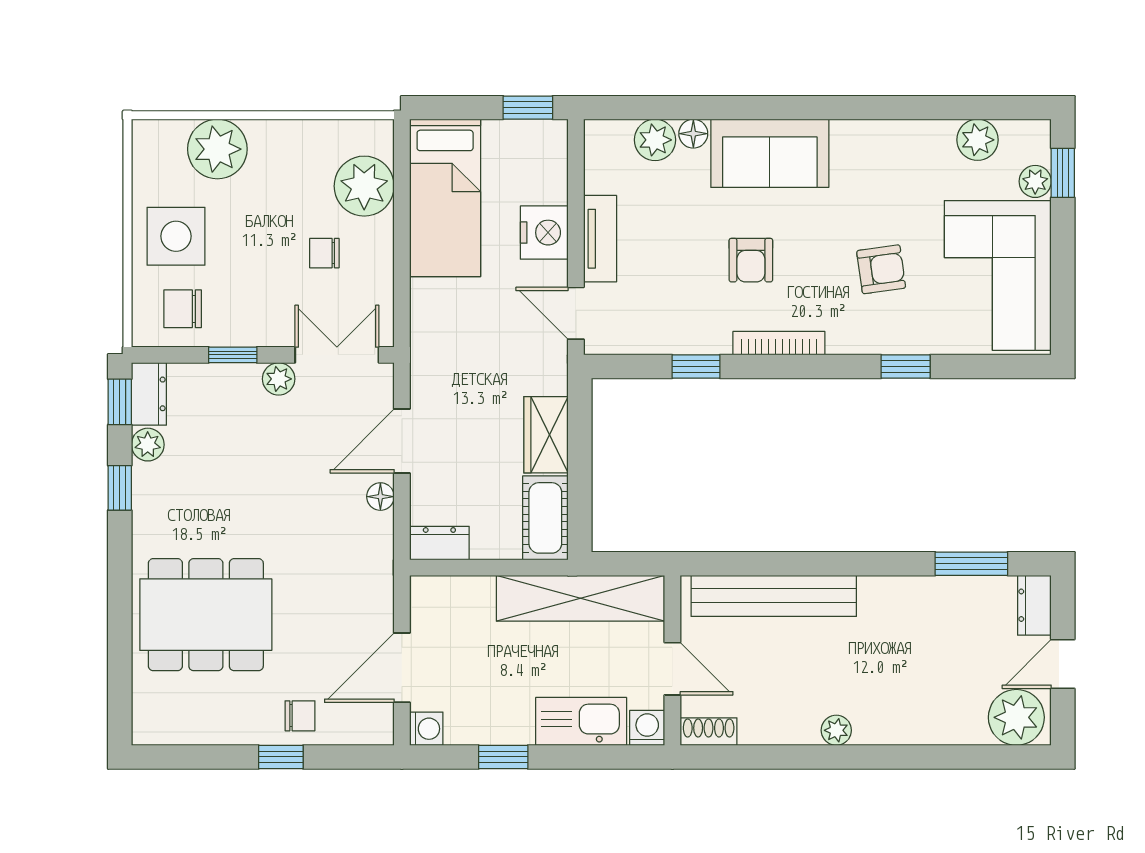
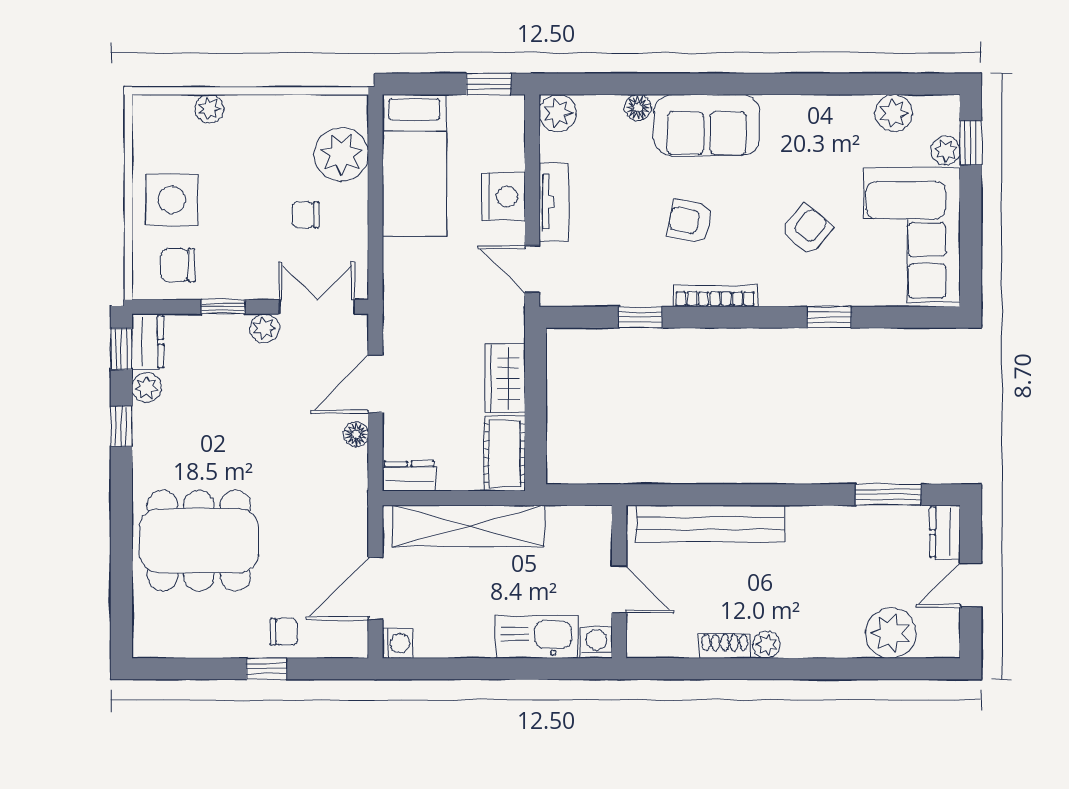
plant: (655, 140) -> (558, 113), moved
plant: (217, 149) -> (209, 109), width x0.53, depth x0.53
armchair: (751, 260) -> (690, 221), turned 101
armchair: (881, 269) -> (807, 230), turned -42
shelving: (581, 598) -> (469, 526), moved
plant: (1016, 717) -> (891, 633), moved
shoe rack: (709, 732) -> (725, 646), moved
window: (503, 757) -> (467, 669), removed

